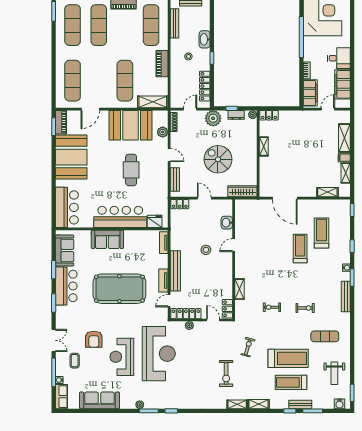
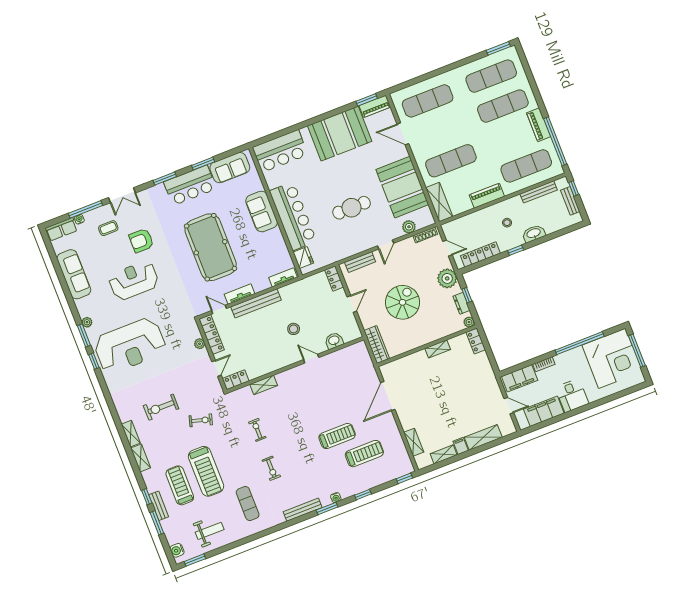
reception desk: (159, 354) -> (130, 346), moved
weight bench: (334, 373) -> (210, 531), turned 180

